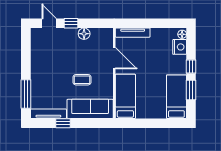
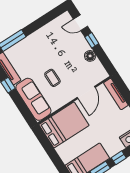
door: (49, 23) -> (80, 23), swing flipped
bed: (125, 96) -> (64, 125), width x1.50

